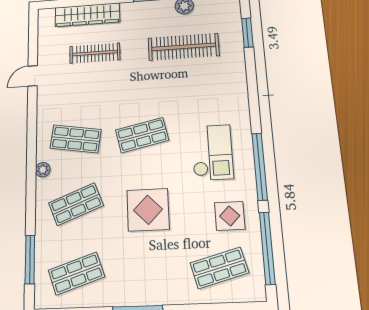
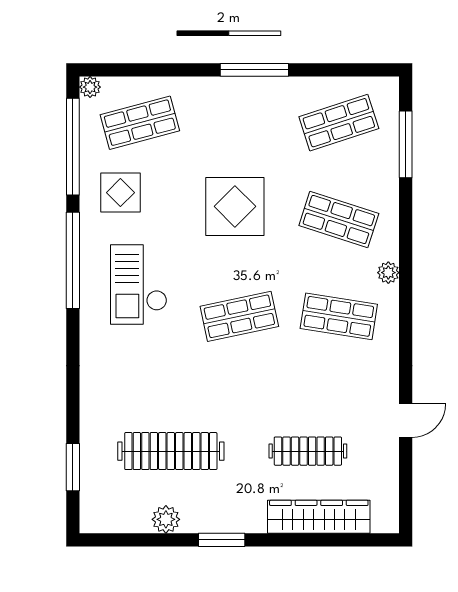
shop shelf: (76, 204) -> (339, 219), turned 39
plant: (259, 294) -> (90, 87), added

